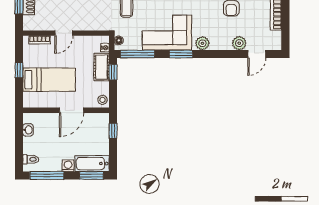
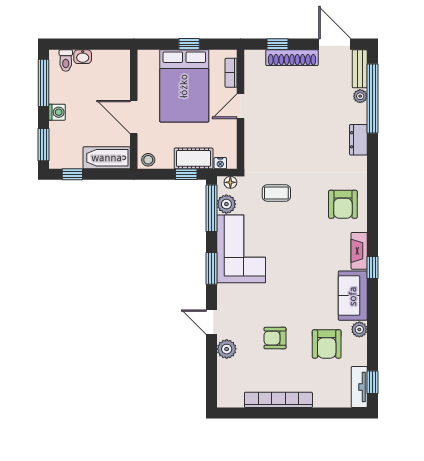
door: (64, 33) -> (240, 106), hinge flipped
plant: (202, 43) -> (226, 204), moved
door: (257, 54) -> (212, 322), moved
bed: (49, 80) -> (184, 86), width x1.50
washbasin: (28, 130) -> (83, 57), moved
window: (113, 131) -> (72, 174), moved
bathtub: (92, 164) -> (107, 158), moved, turned -90

